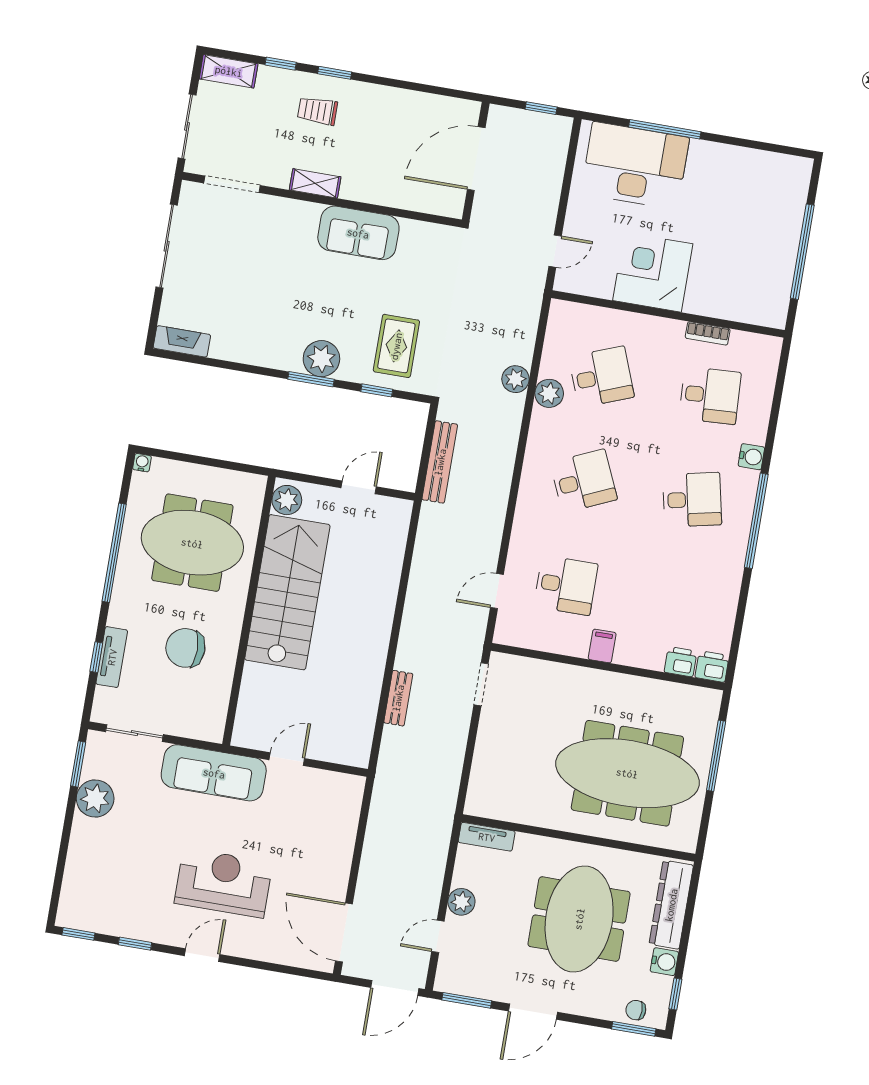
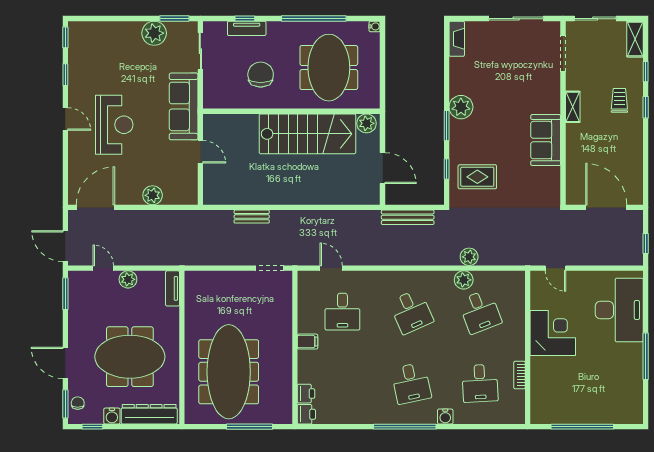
window: (665, 129) -> (646, 356), moved
plant: (321, 359) -> (461, 107), moved
door: (359, 487) -> (383, 168), width x1.38
plant: (340, 843) -> (153, 195), added
door: (533, 1012) -> (65, 363), moved

